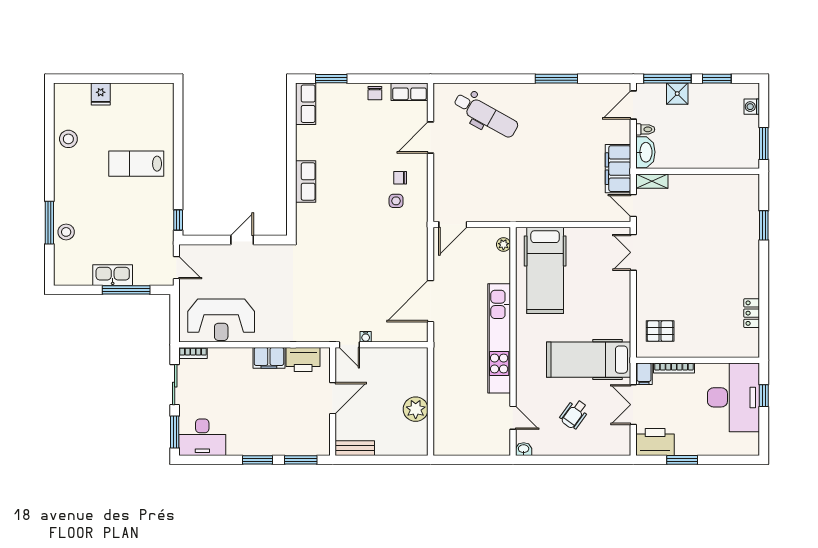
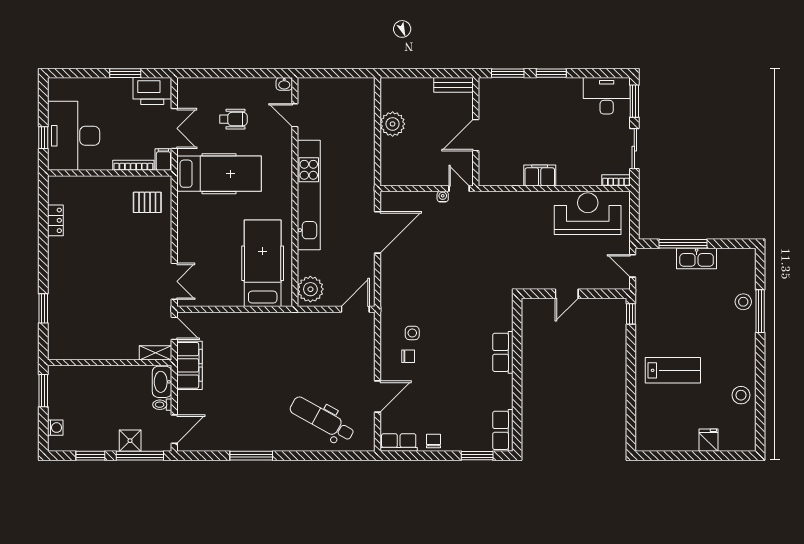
plant: (503, 244) -> (310, 289), width x1.88, depth x1.88
printer: (303, 359) -> (505, 174), removed
wheelchair: (574, 414) -> (233, 119), turned 54

